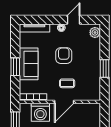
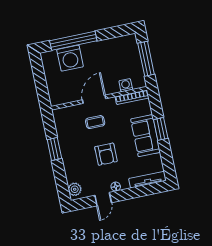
washing machine: (40, 112) -> (126, 85), width x0.53, depth x0.53

